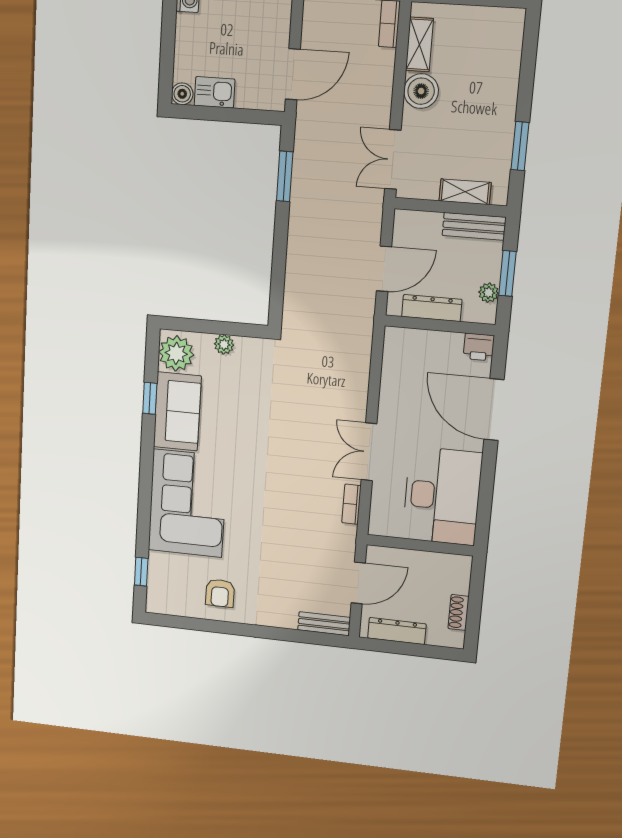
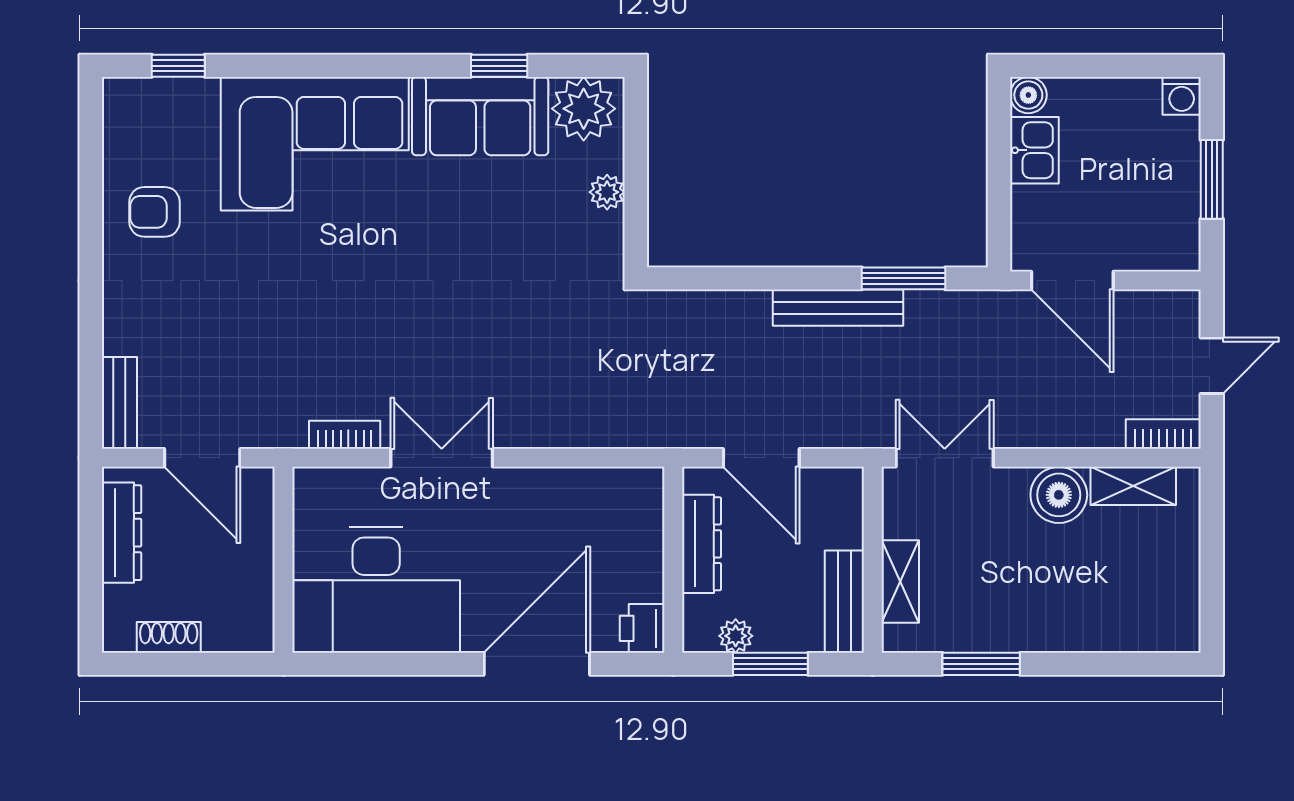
bench: (299, 216) -> (838, 308), added

